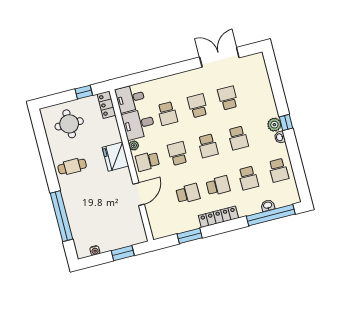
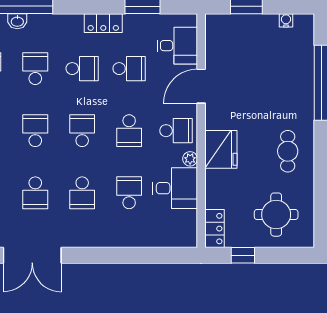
desk: (130, 98) -> (177, 46), moved
cafe table: (72, 166) -> (288, 151), turned 90
school desk: (218, 186) -> (82, 69), turned 180
school desk: (188, 193) -> (129, 69), turned 180
locker: (218, 217) -> (103, 23), width x0.66

